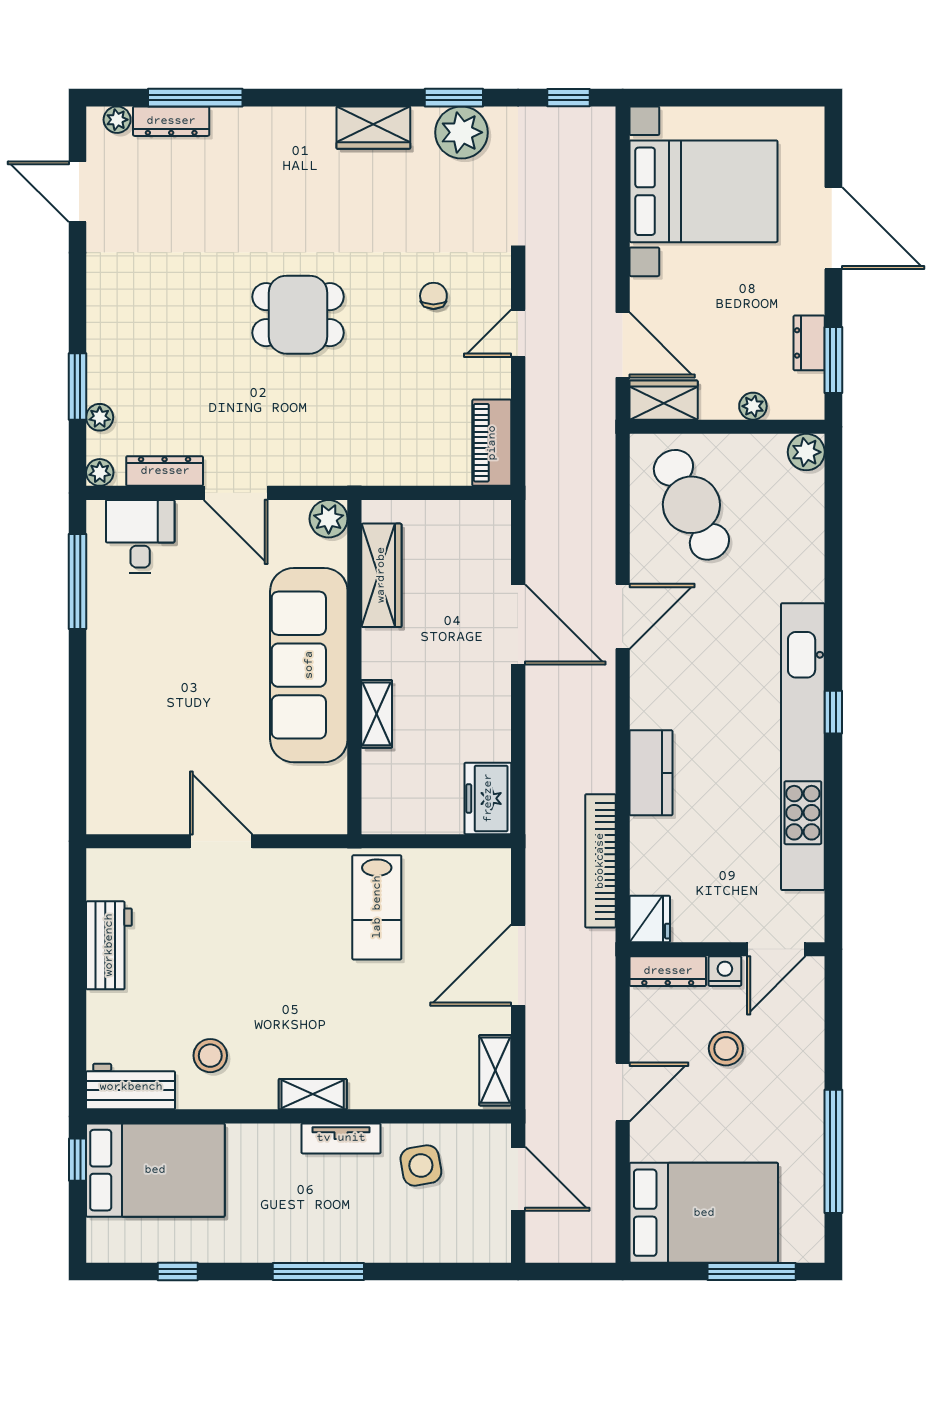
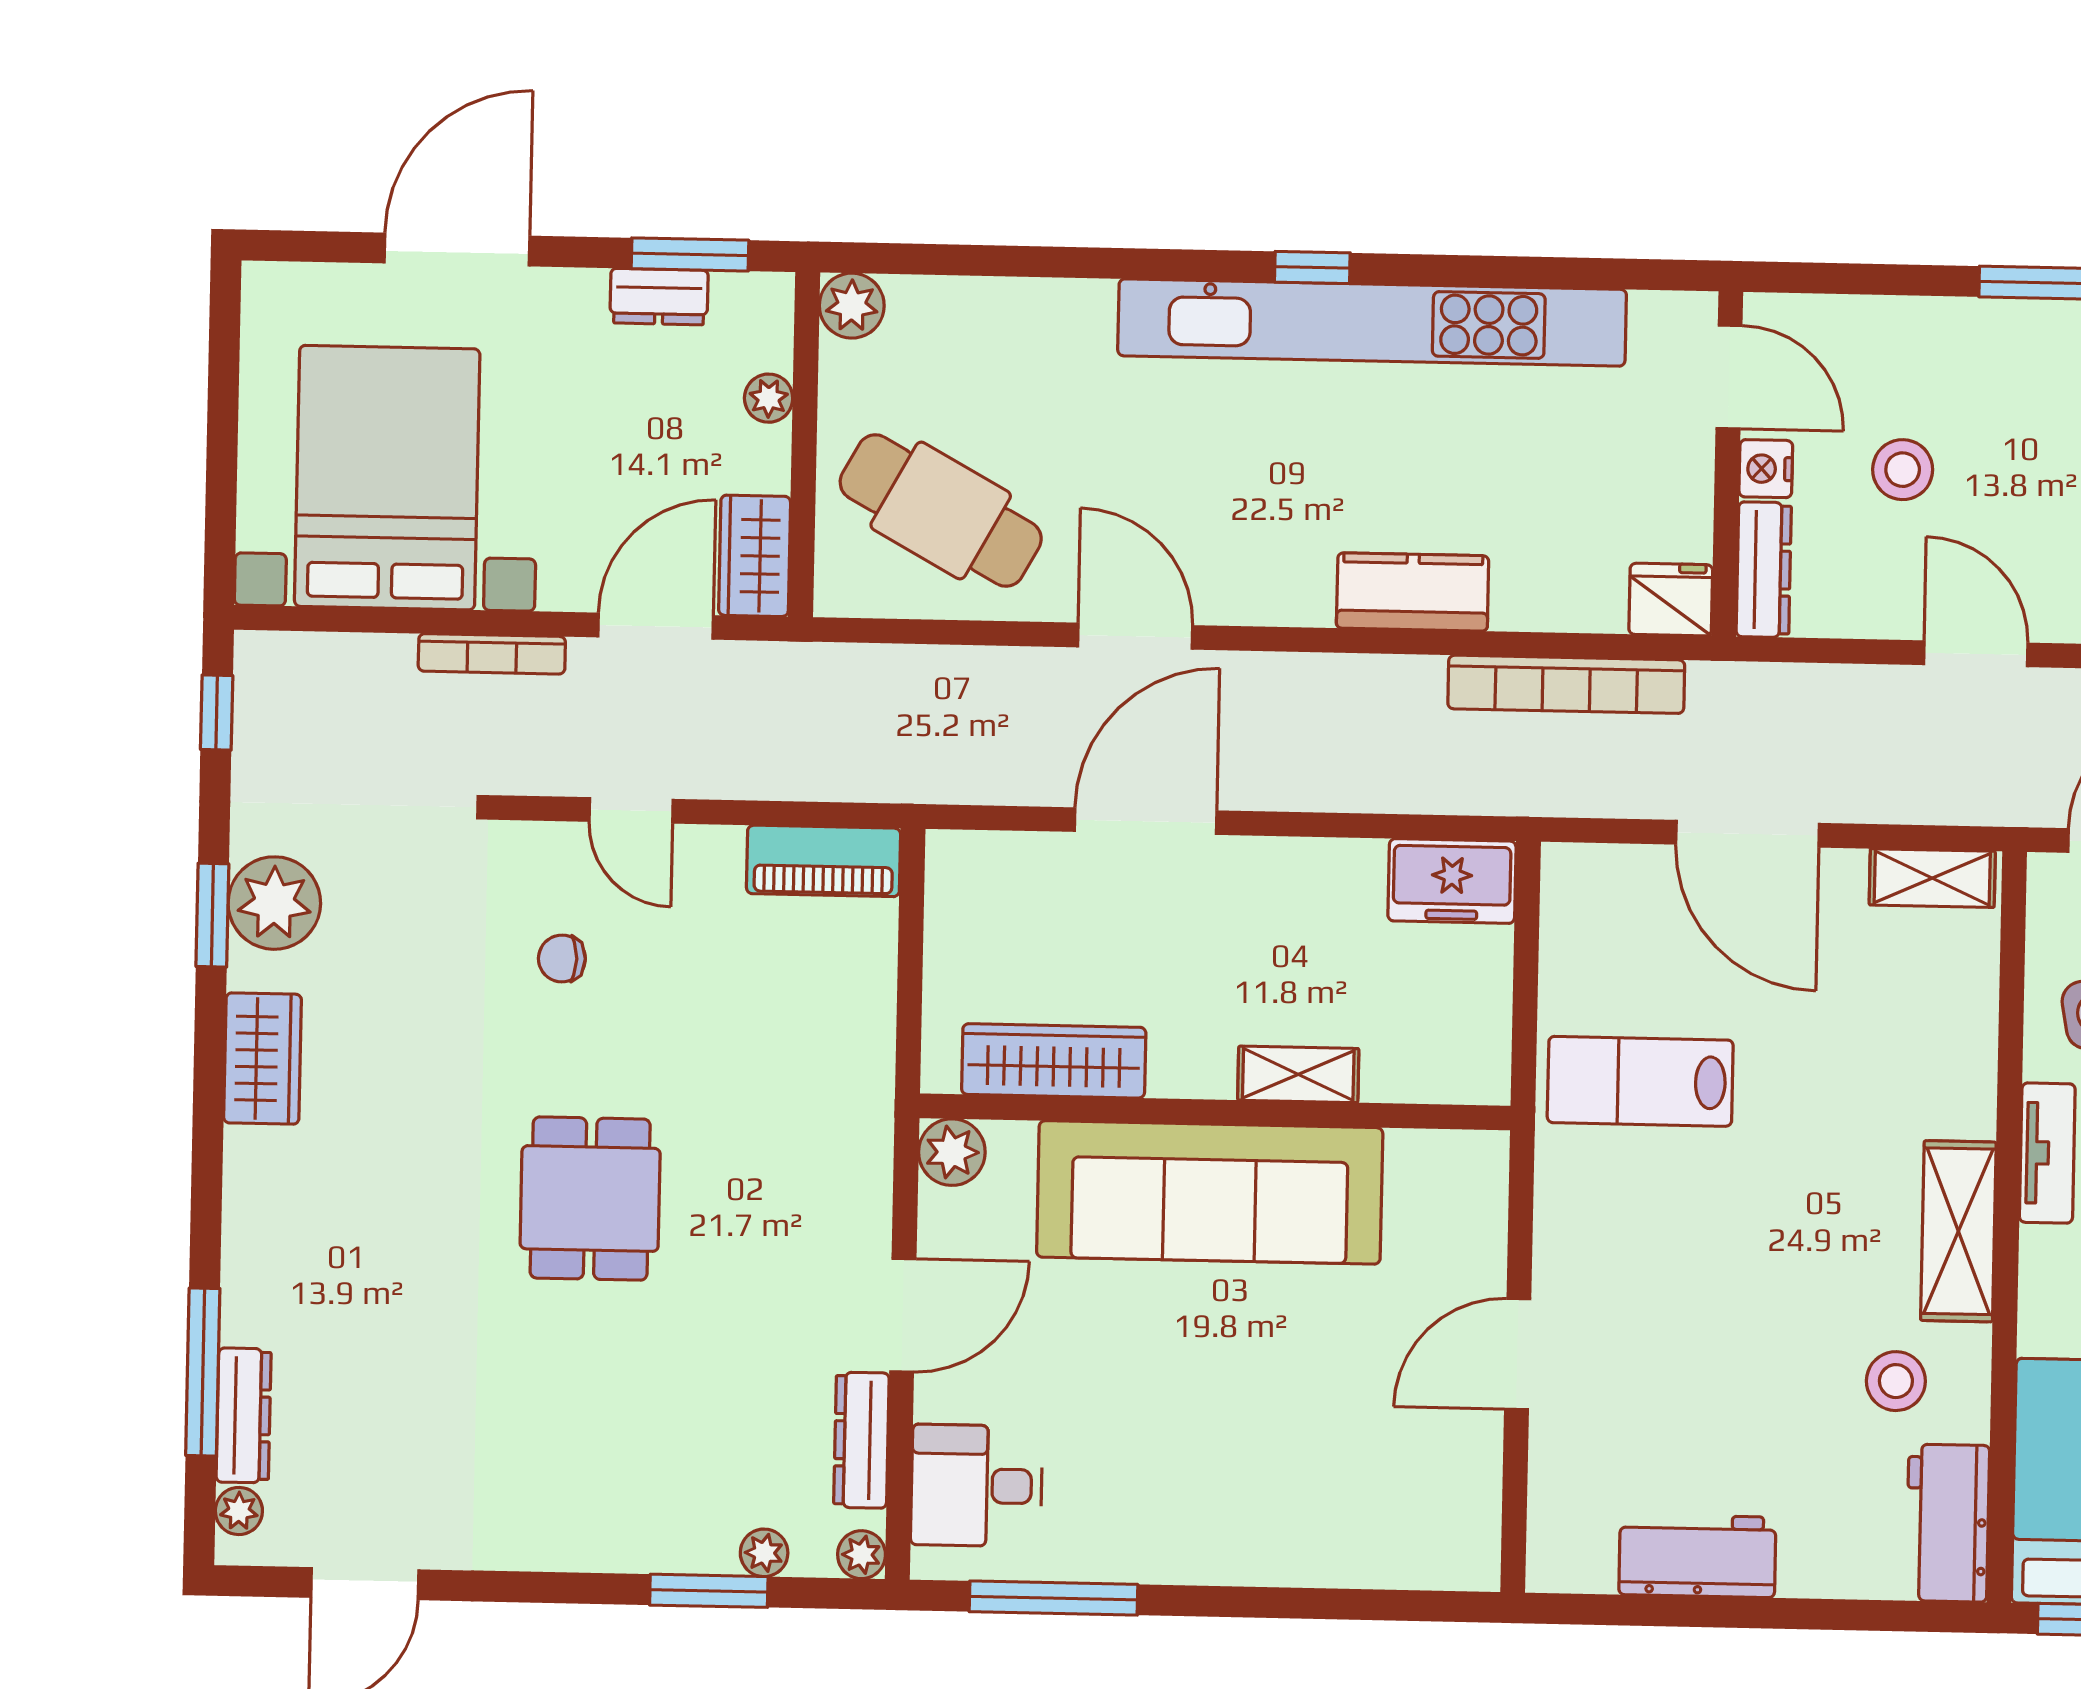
bookcase: (605, 253) -> (492, 654), added
cafe table: (691, 505) -> (941, 511), turned 55
lab bench: (377, 907) -> (1640, 1081), turned 180
shelving: (313, 1094) -> (1958, 1231), width x1.50, depth x1.33

